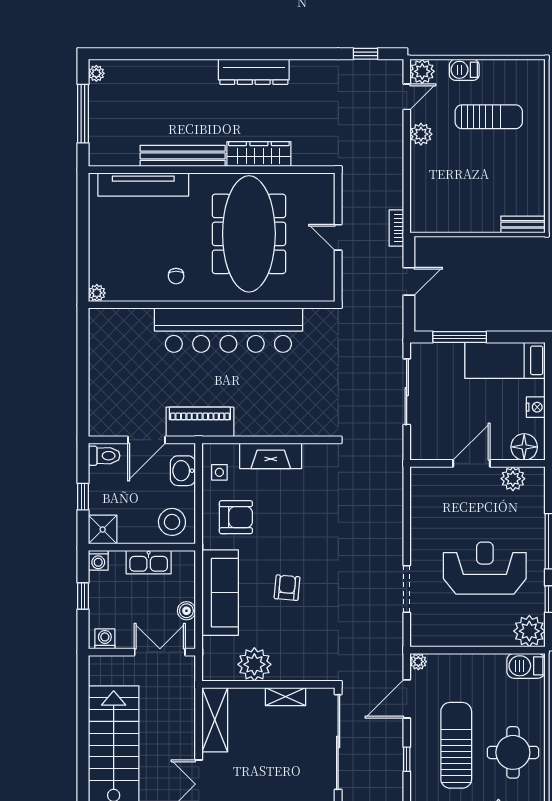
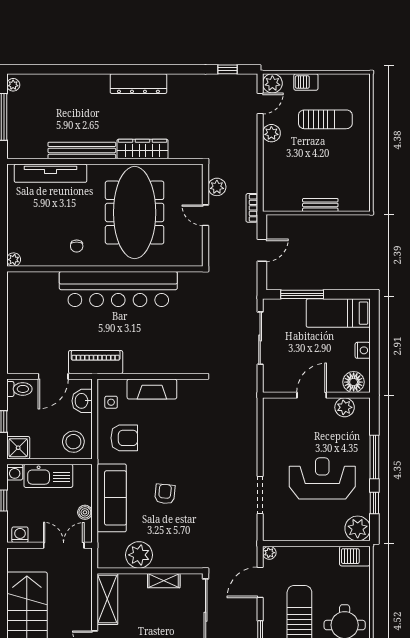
plant: (352, 202) -> (217, 187), added
bench: (523, 224) -> (320, 205), moved
kitchen sink: (149, 562) -> (48, 476), width x1.36, depth x1.24

